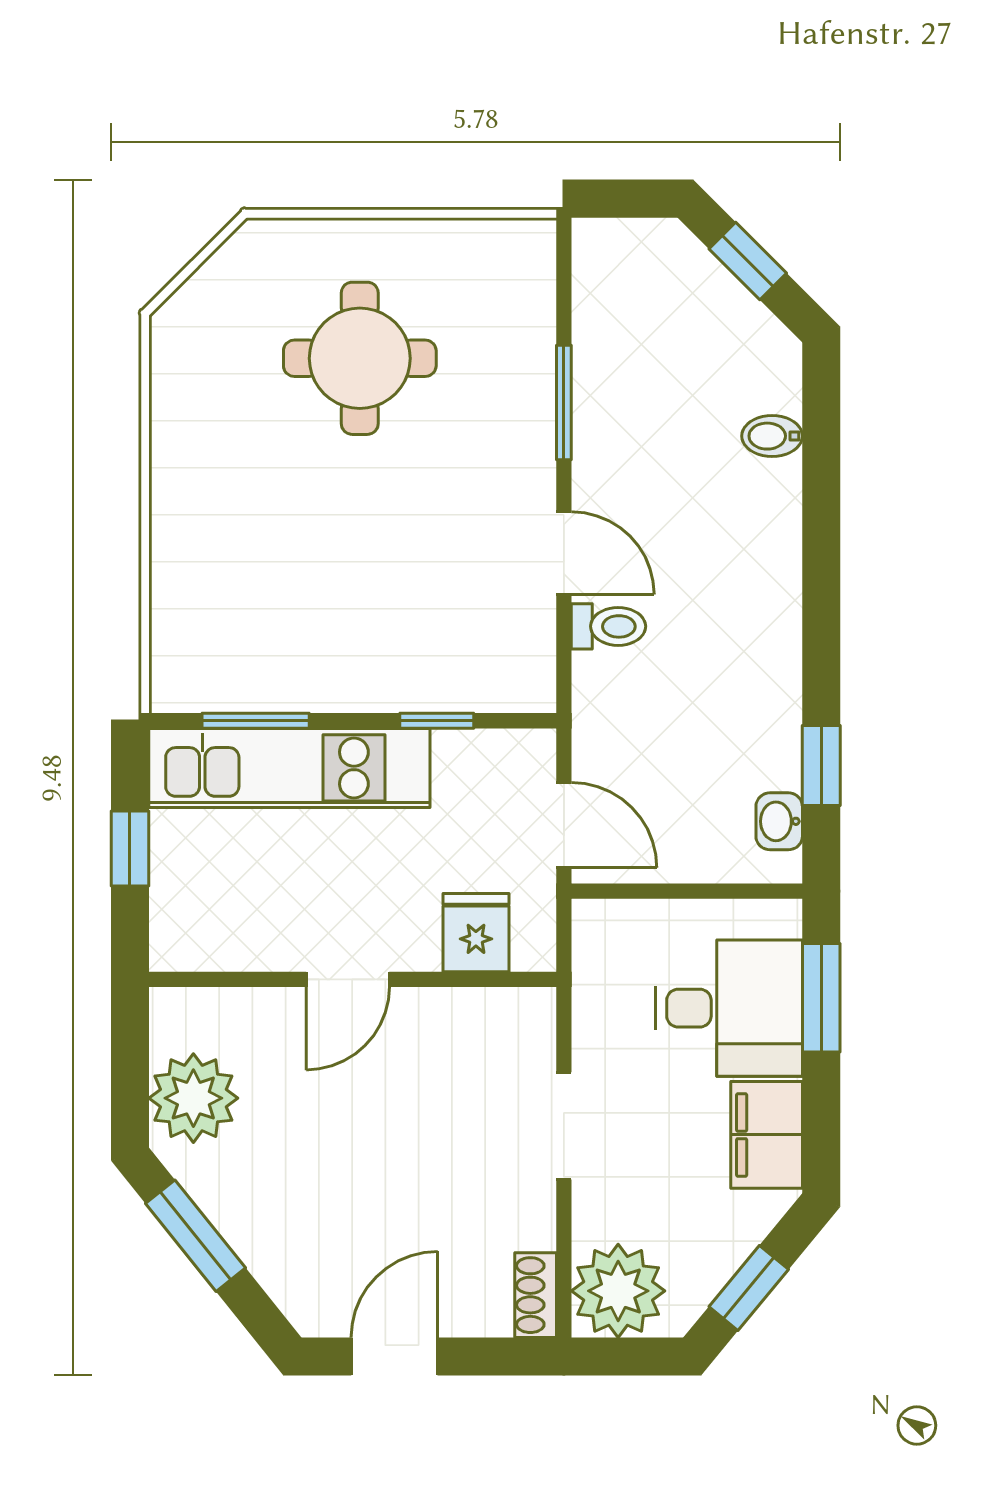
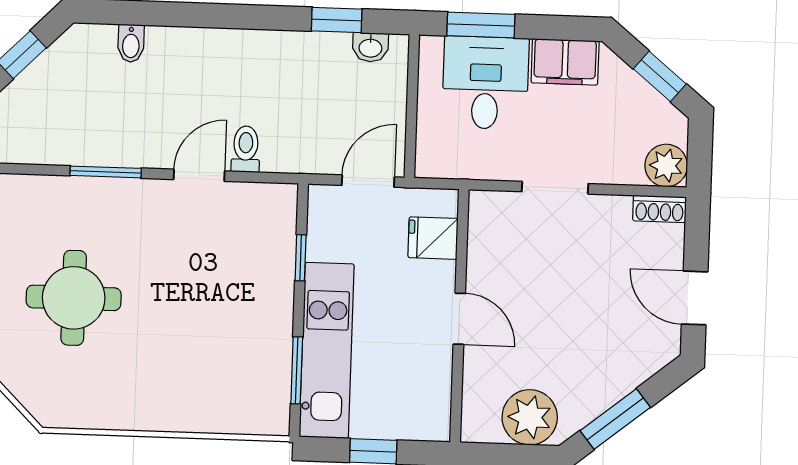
plant: (618, 1291) -> (666, 166), width x0.73, depth x0.73

